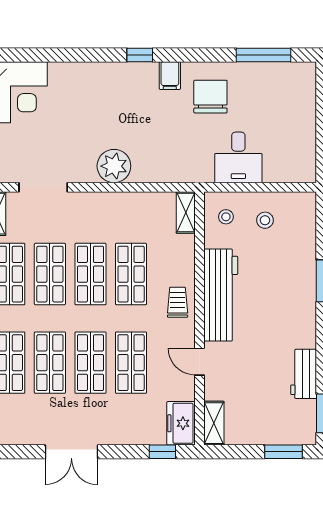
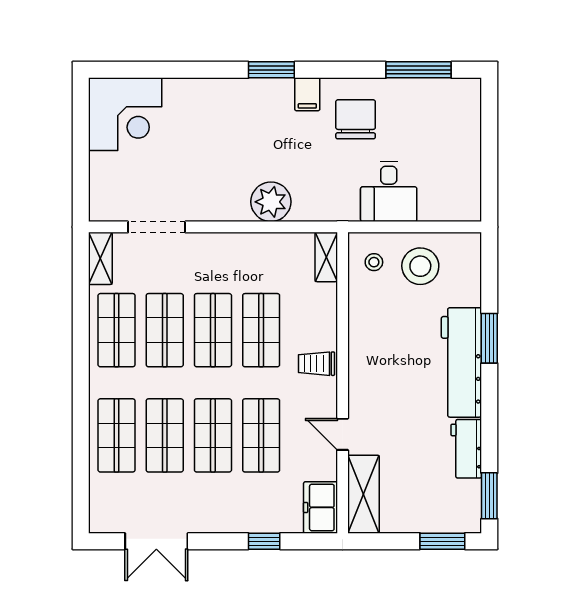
window: (140, 55) -> (271, 70), width x1.50
plant: (114, 166) -> (271, 202), moved
stool: (265, 220) -> (420, 266), width x1.89, depth x1.89
workbench: (221, 295) -> (461, 362), moved, turned 180
trolley: (178, 302) -> (316, 364), turned -90
shelving: (214, 423) -> (364, 494), width x1.50, depth x1.33
double door: (71, 452) -> (156, 541), moved
window: (162, 452) -> (264, 541), moved

